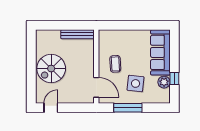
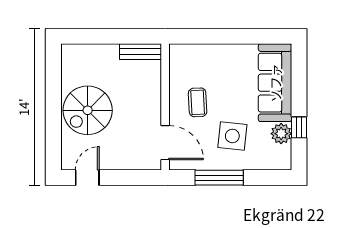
bench: (78, 34) -> (140, 52), width x0.73

